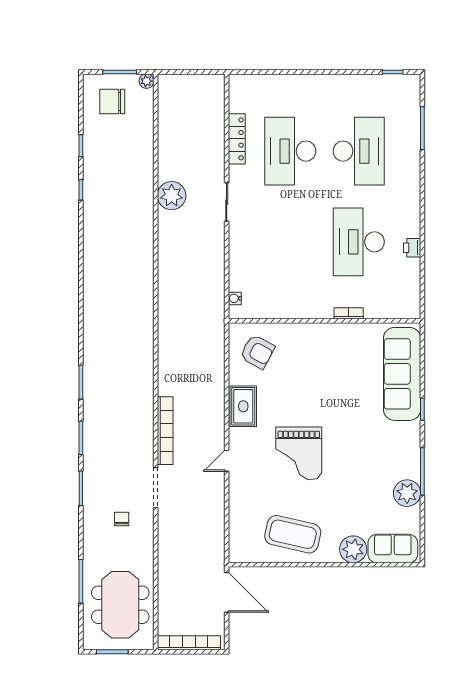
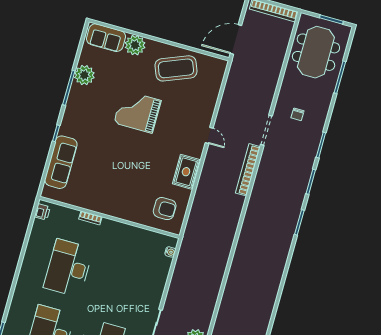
desk: (359, 242) -> (68, 268), turned 180
printer: (412, 248) -> (42, 212), moved
armchair: (257, 352) -> (165, 209), turned 152
sofa: (402, 374) -> (61, 162), width x0.74, depth x0.79
grand piano: (299, 453) -> (137, 112), moved, turned -90
door: (227, 461) -> (209, 135), hinge flipped
coffee table: (293, 534) -> (176, 68), turned -35
door: (227, 592) -> (236, 40), hinge flipped

